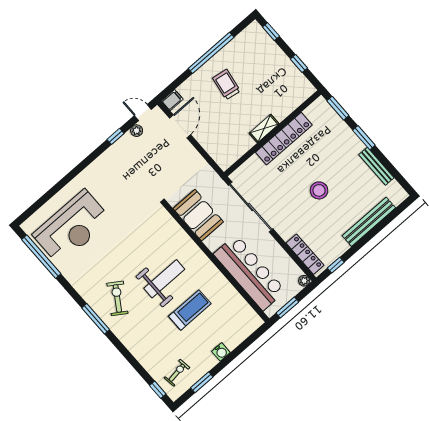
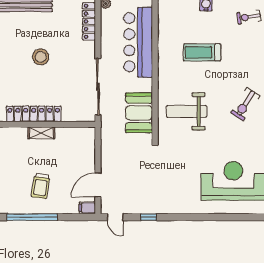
plant: (137, 131) -> (131, 208), removed
weight bench: (164, 279) -> (187, 111), moved

